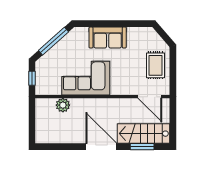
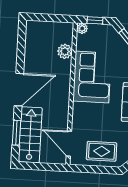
plant: (40, 90) -> (82, 28), added
door: (150, 97) -> (69, 144), hinge flipped

